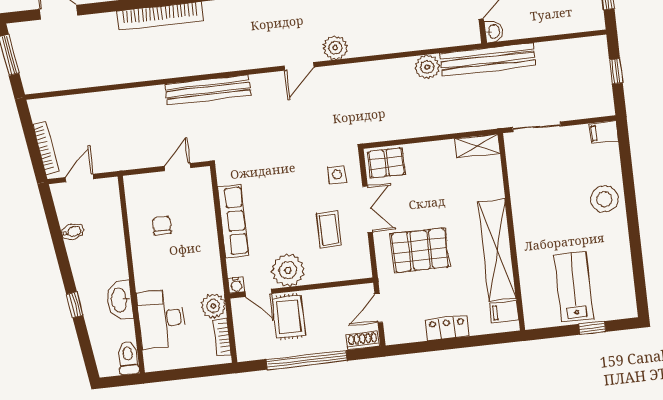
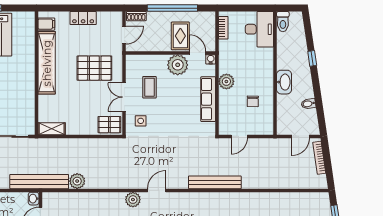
washbasin: (120, 300) -> (284, 82), moved
plant: (213, 306) -> (226, 81), moved
desk: (161, 319) -> (259, 29), moved

